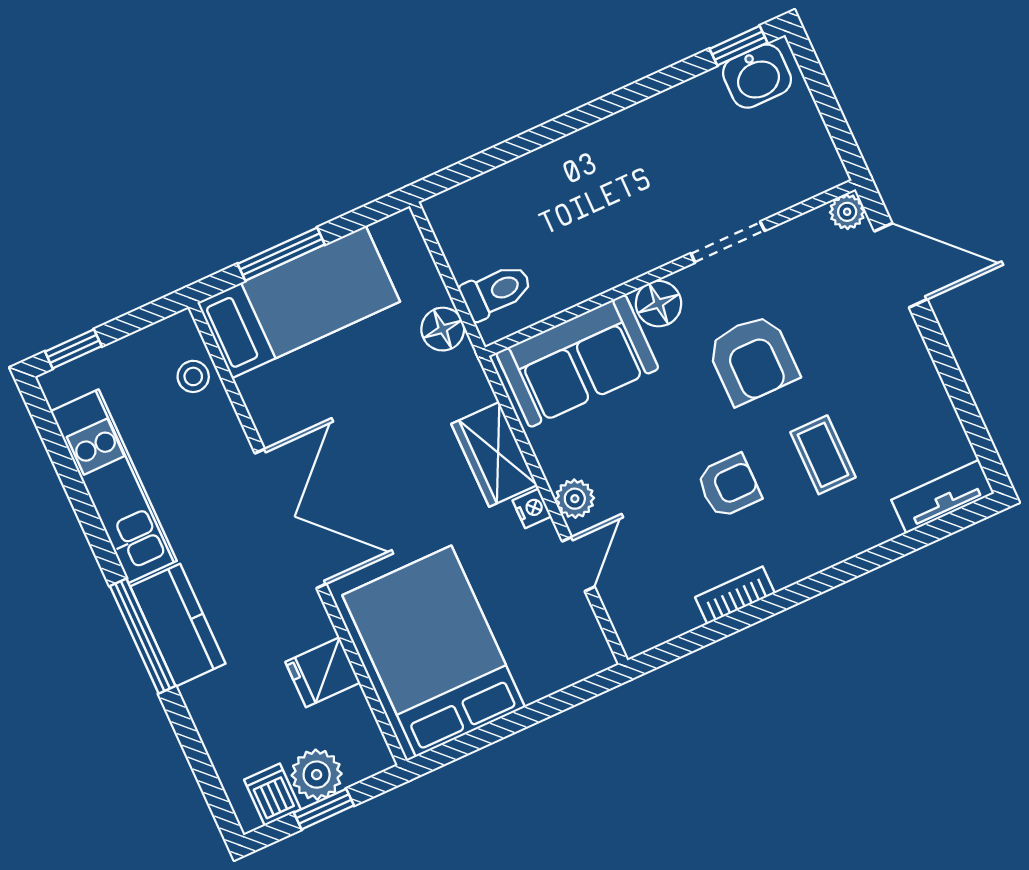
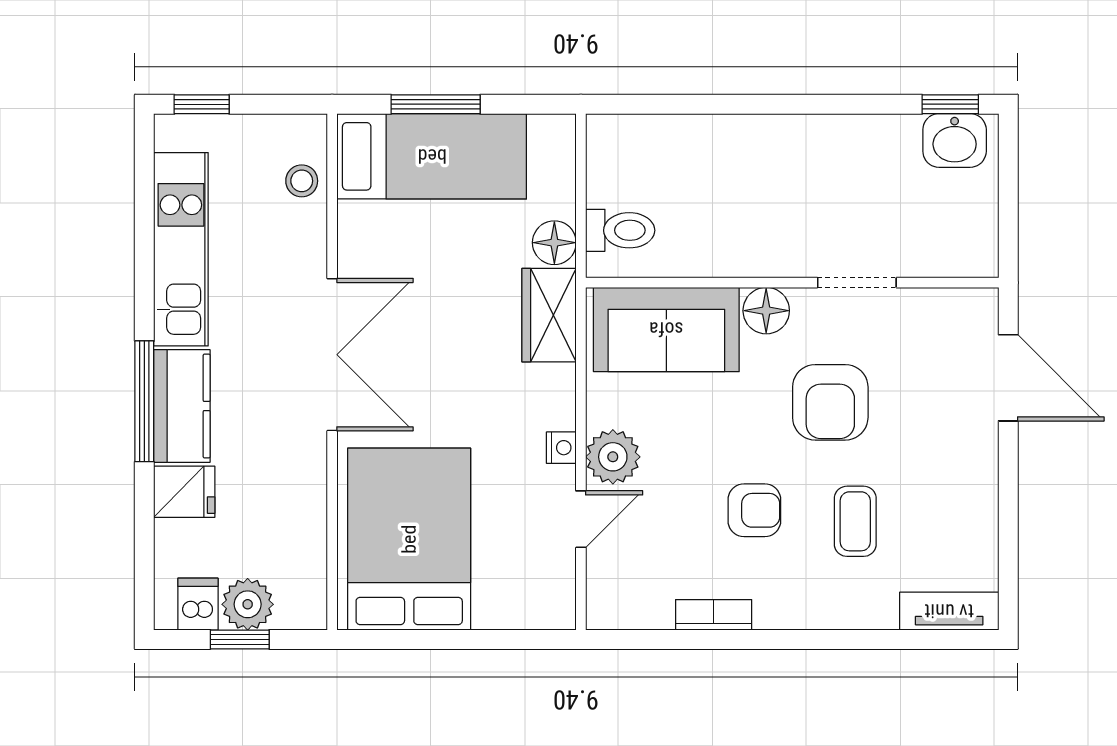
plant: (847, 212) -> (981, 305), removed
wardrobe: (494, 454) -> (549, 315), moved
plant: (575, 499) -> (613, 457), width x1.38, depth x1.38
fridge: (323, 672) -> (184, 492), moved, turned 180

